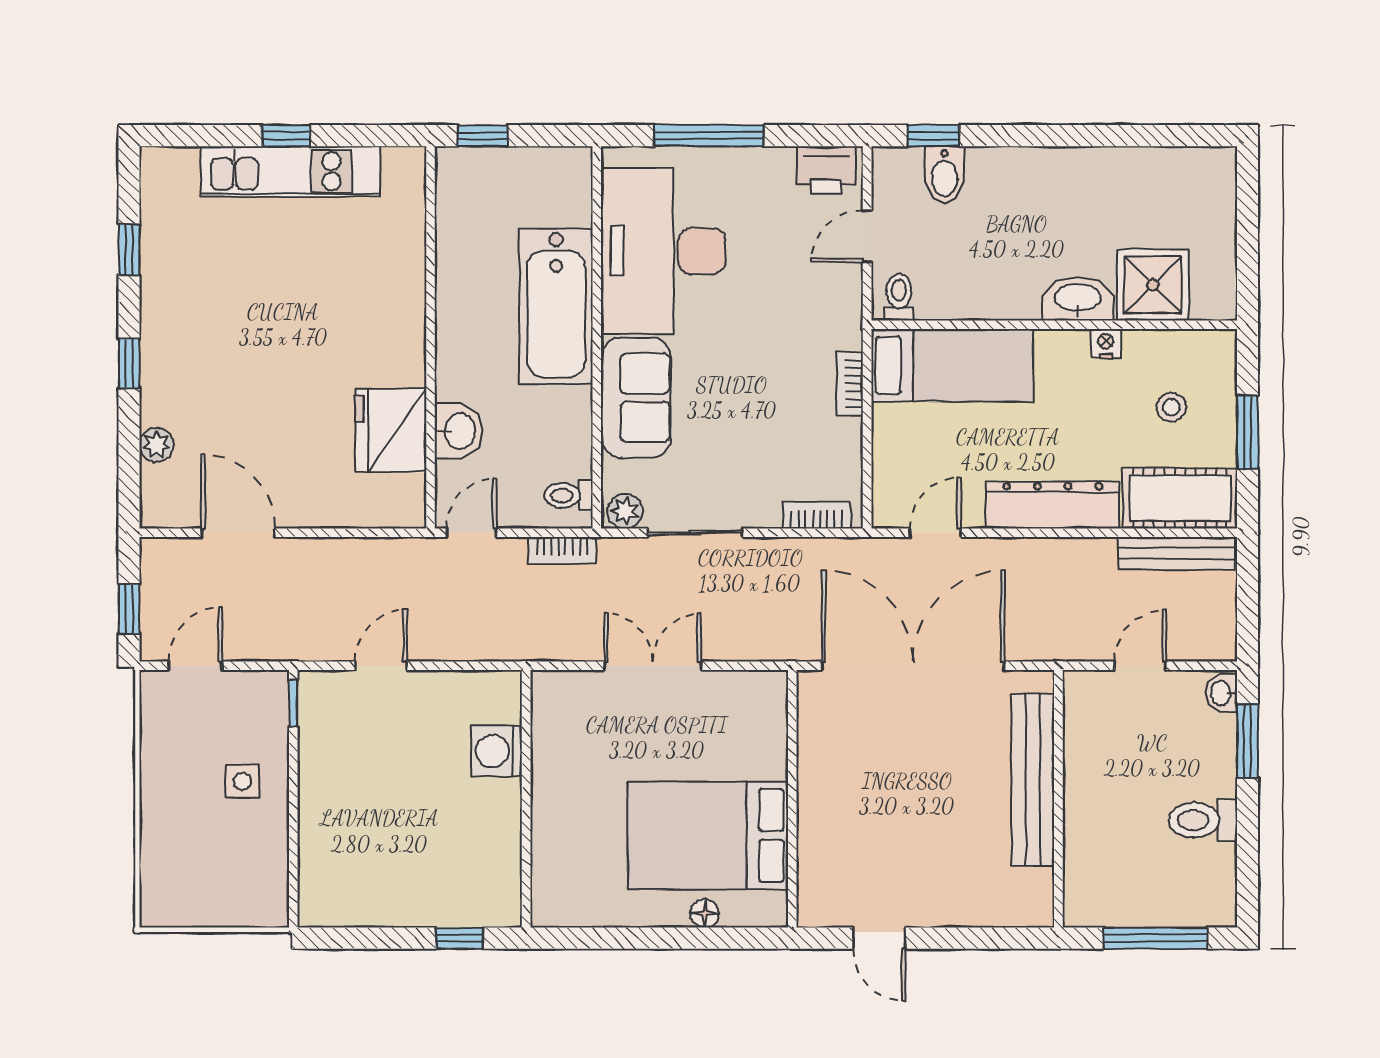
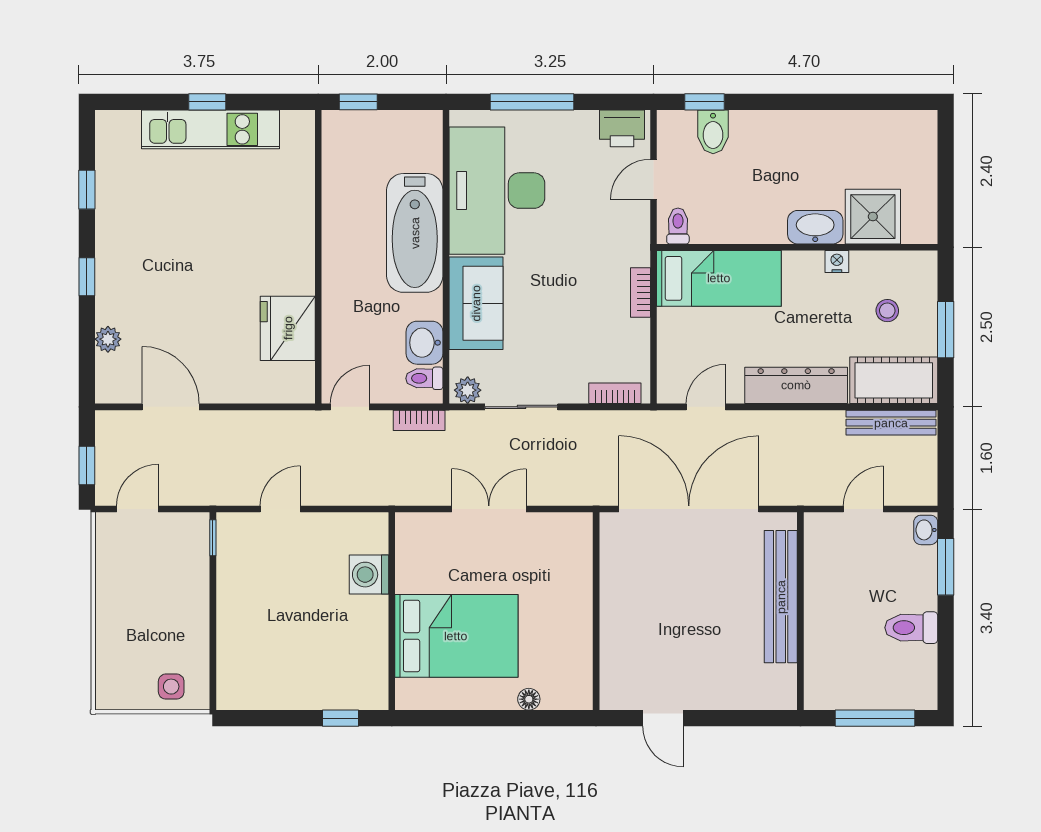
washbasin: (459, 431) -> (425, 343), moved, turned 180
side table: (242, 781) -> (171, 687), moved
bed: (708, 835) -> (456, 636), moved, turned 180

